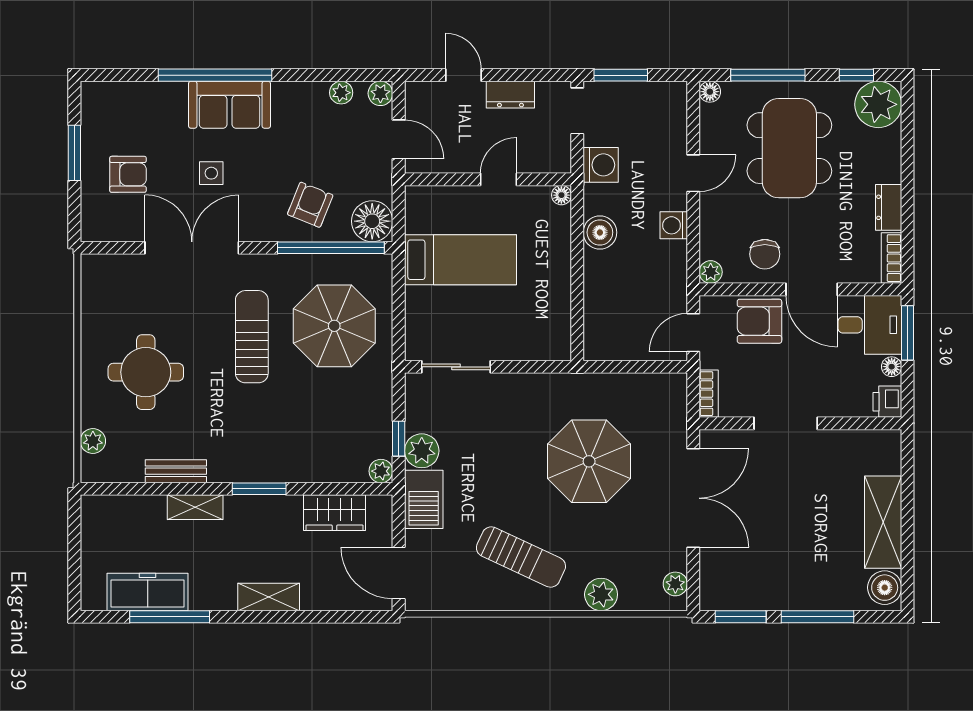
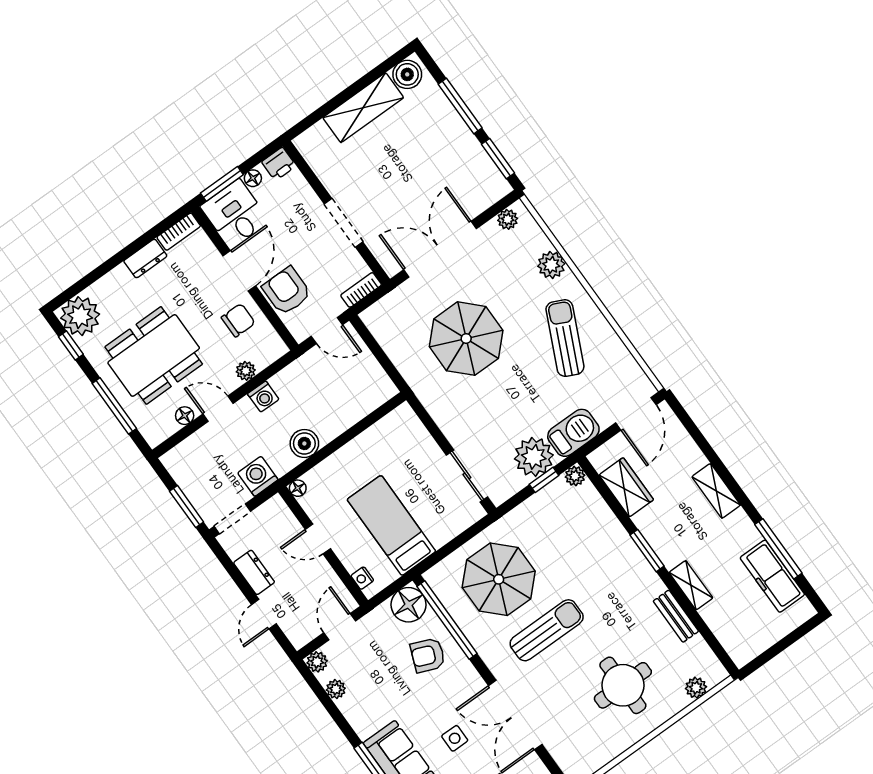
floor lamp: (710, 92) -> (185, 416), moved
nightstand: (430, 195) -> (362, 578), added
plant: (711, 272) -> (246, 371), moved
armchair: (759, 321) -> (287, 291), turned 180
sun lounger: (252, 337) -> (547, 630), turned 180
plant: (422, 451) -> (534, 457), width x1.36, depth x1.36

